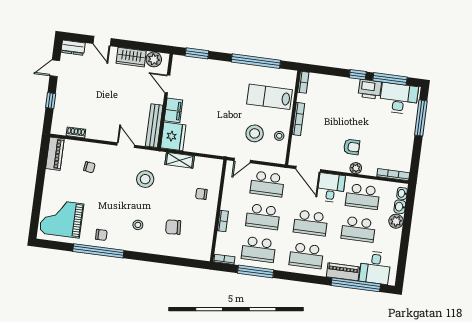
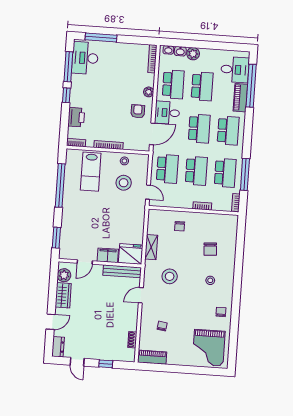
printer: (370, 89) -> (76, 117), moved
armchair: (352, 147) -> (138, 111), moved
window: (98, 251) -> (235, 314), removed

